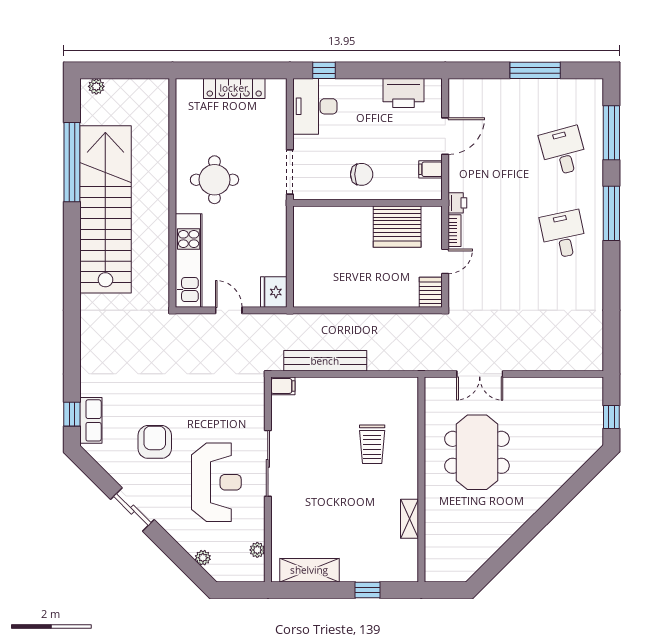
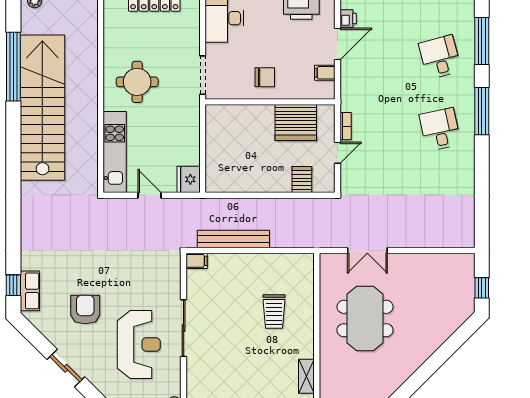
printer: (457, 203) -> (348, 19), moved
server rack: (431, 292) -> (302, 180), moved

